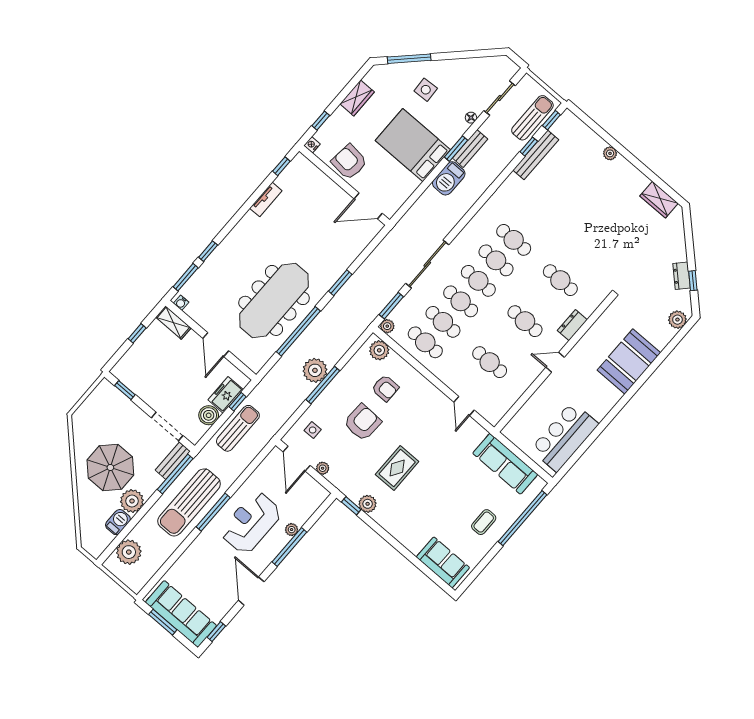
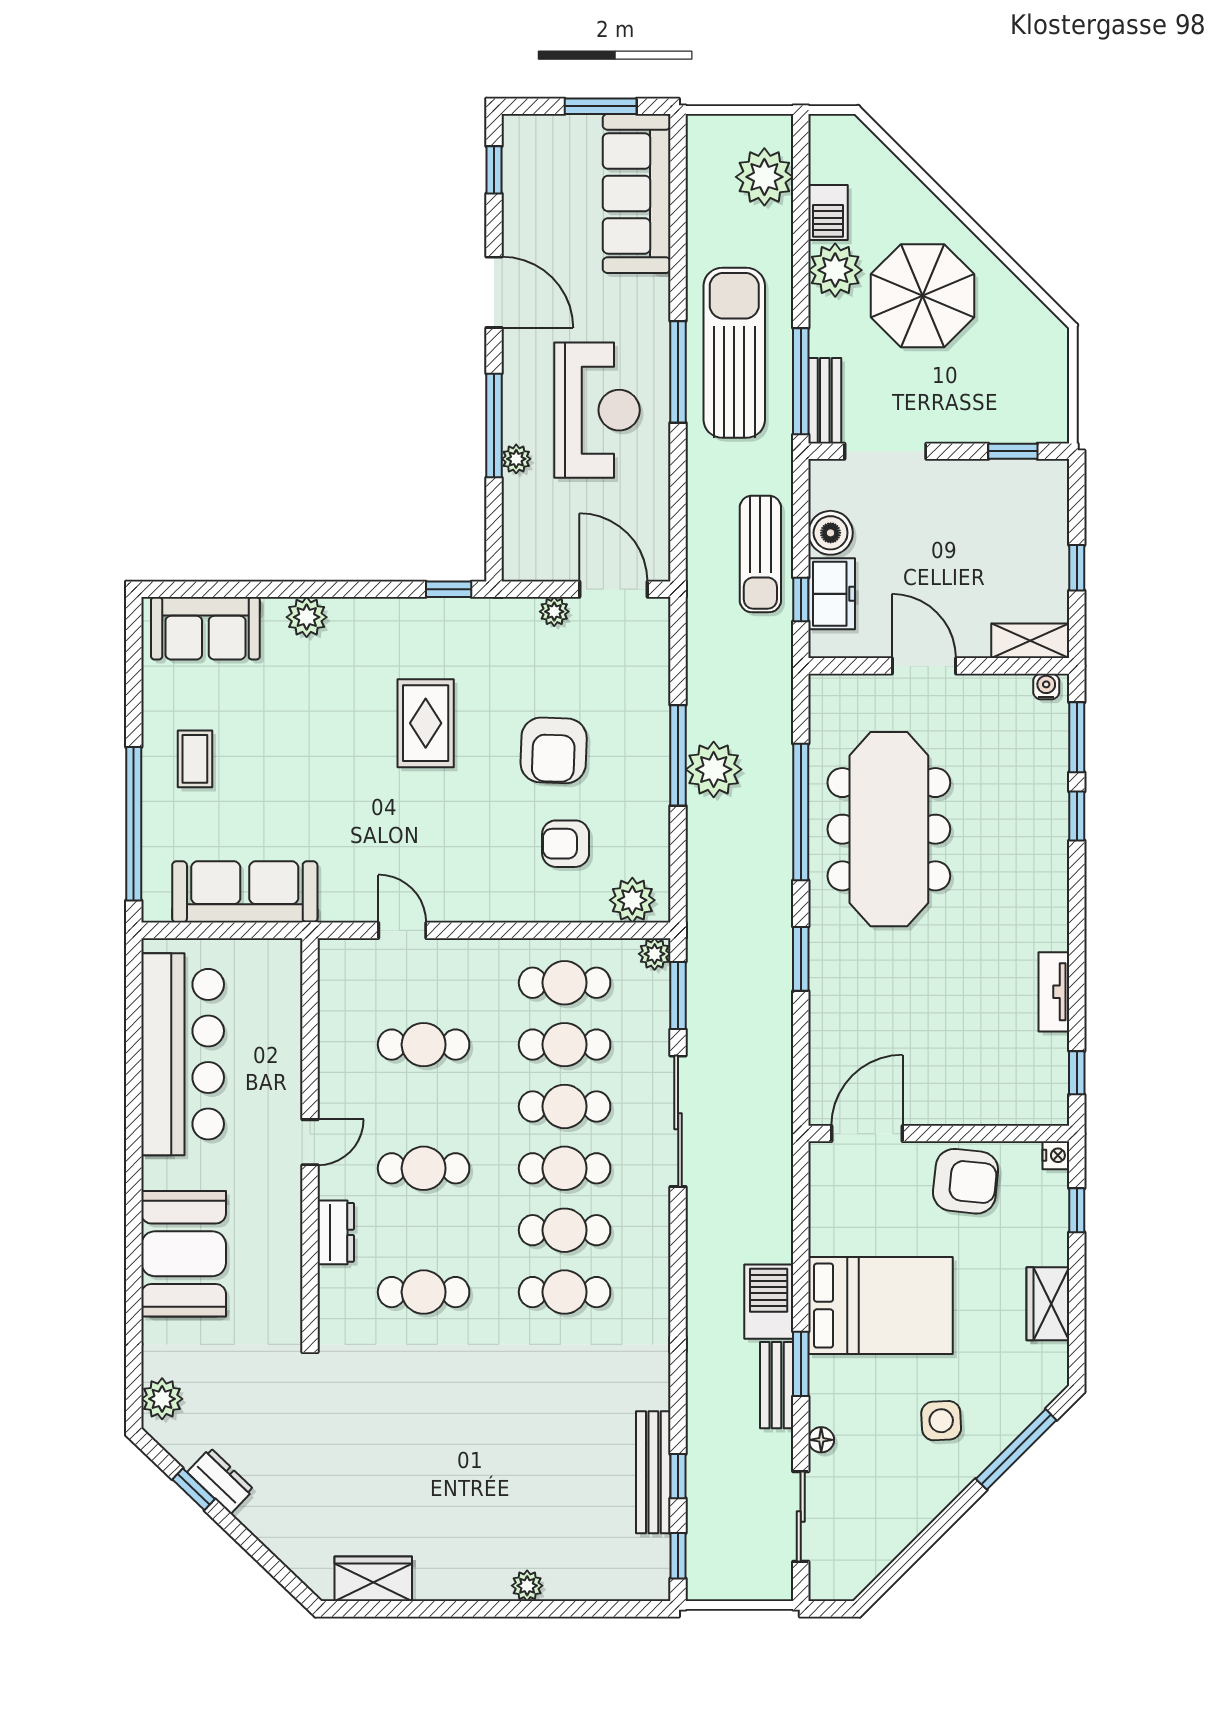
sun lounger: (532, 118) -> (714, 1531), removed
side table: (313, 430) -> (629, 663), removed
bar counter: (564, 437) -> (183, 1054), width x1.36
plant: (368, 504) -> (307, 617), moved
sofa: (181, 614) -> (637, 193), moved, turned 90

